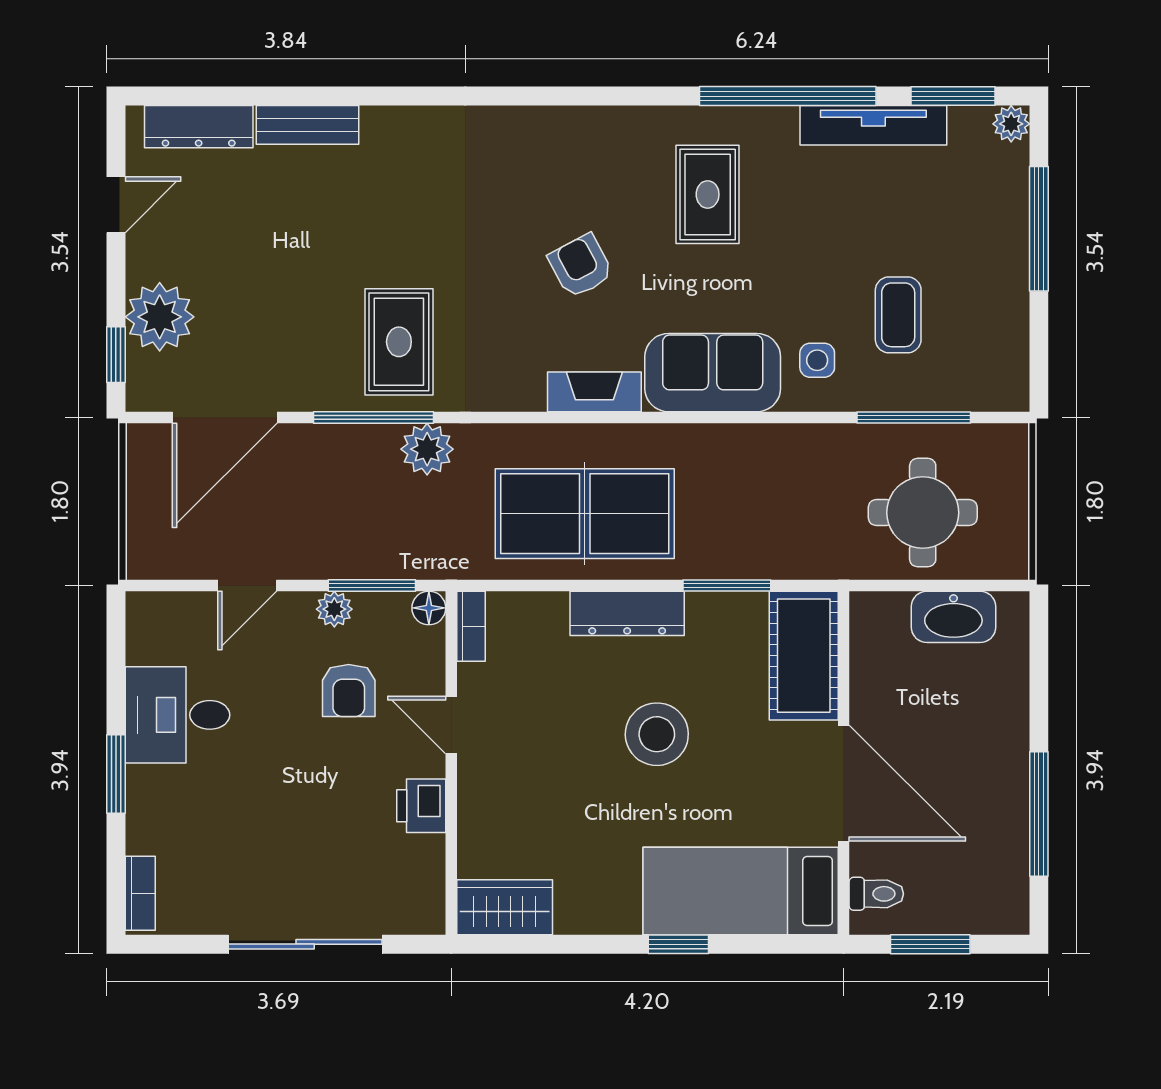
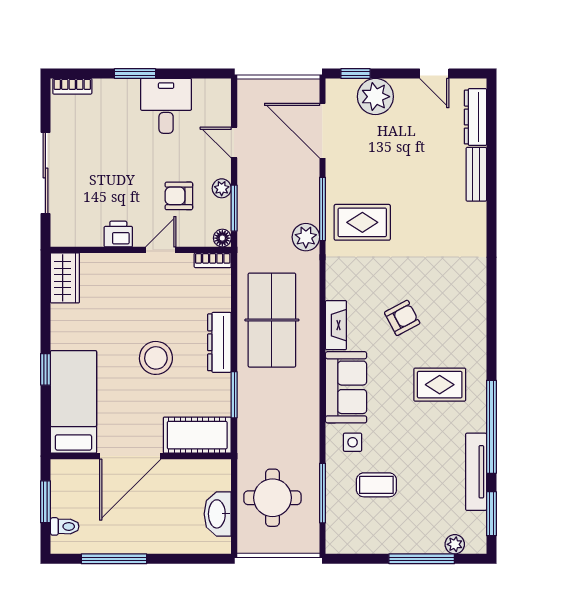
plant: (1011, 124) -> (455, 544), moved
toilet: (876, 894) -> (65, 526), moved, turned -90

